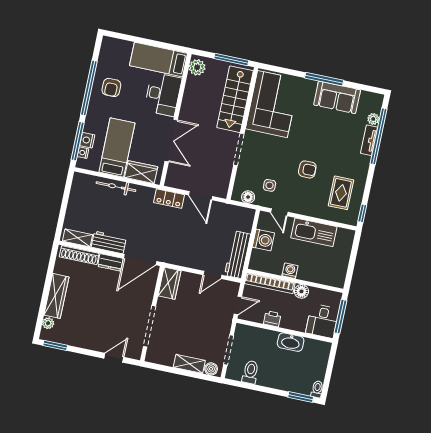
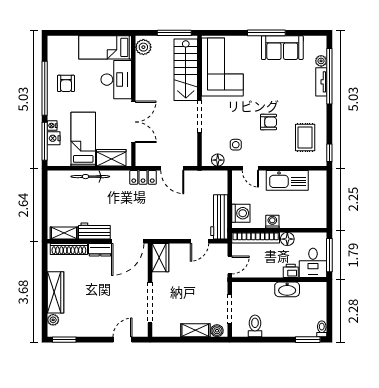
nightstand: (83, 153) -> (52, 126), moved
washing machine: (263, 240) -> (241, 213), moved
printer: (272, 319) -> (291, 271), moved

